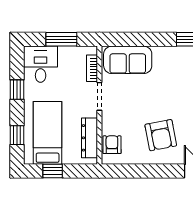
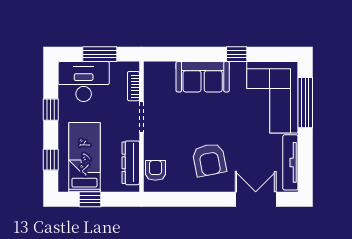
sofa: (128, 60) -> (203, 77), moved
desk: (41, 64) -> (84, 82), width x1.37

